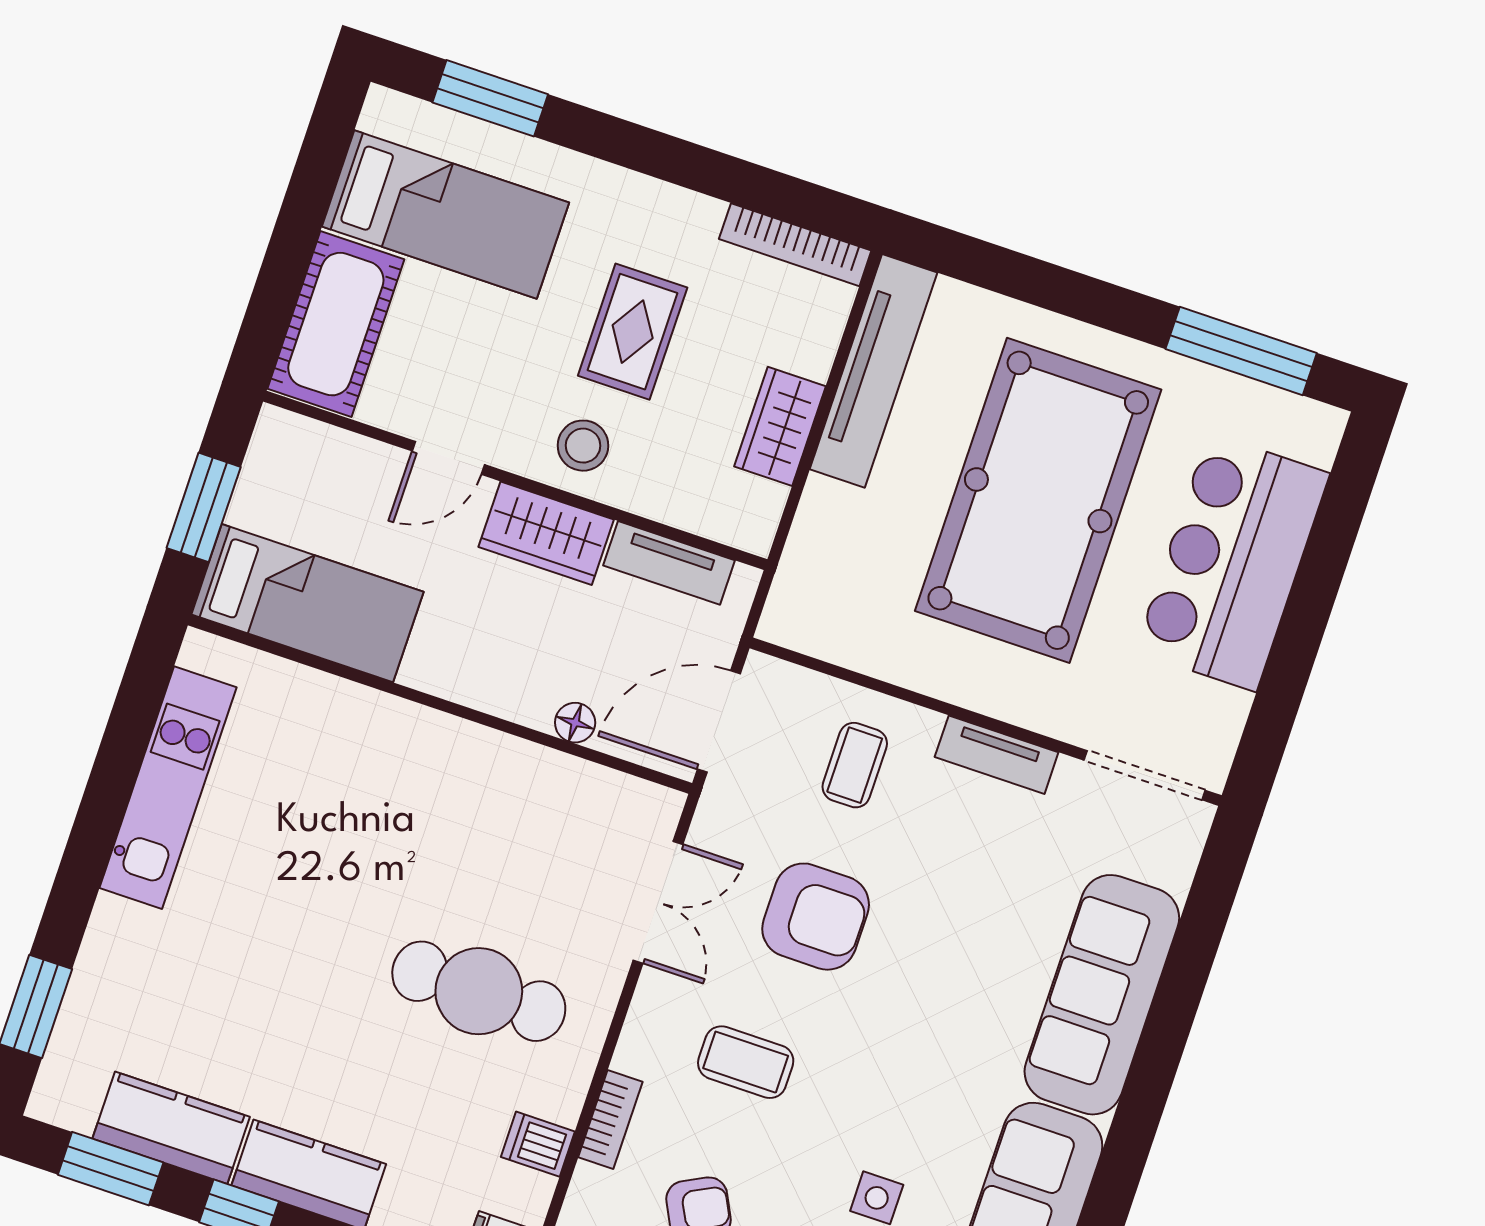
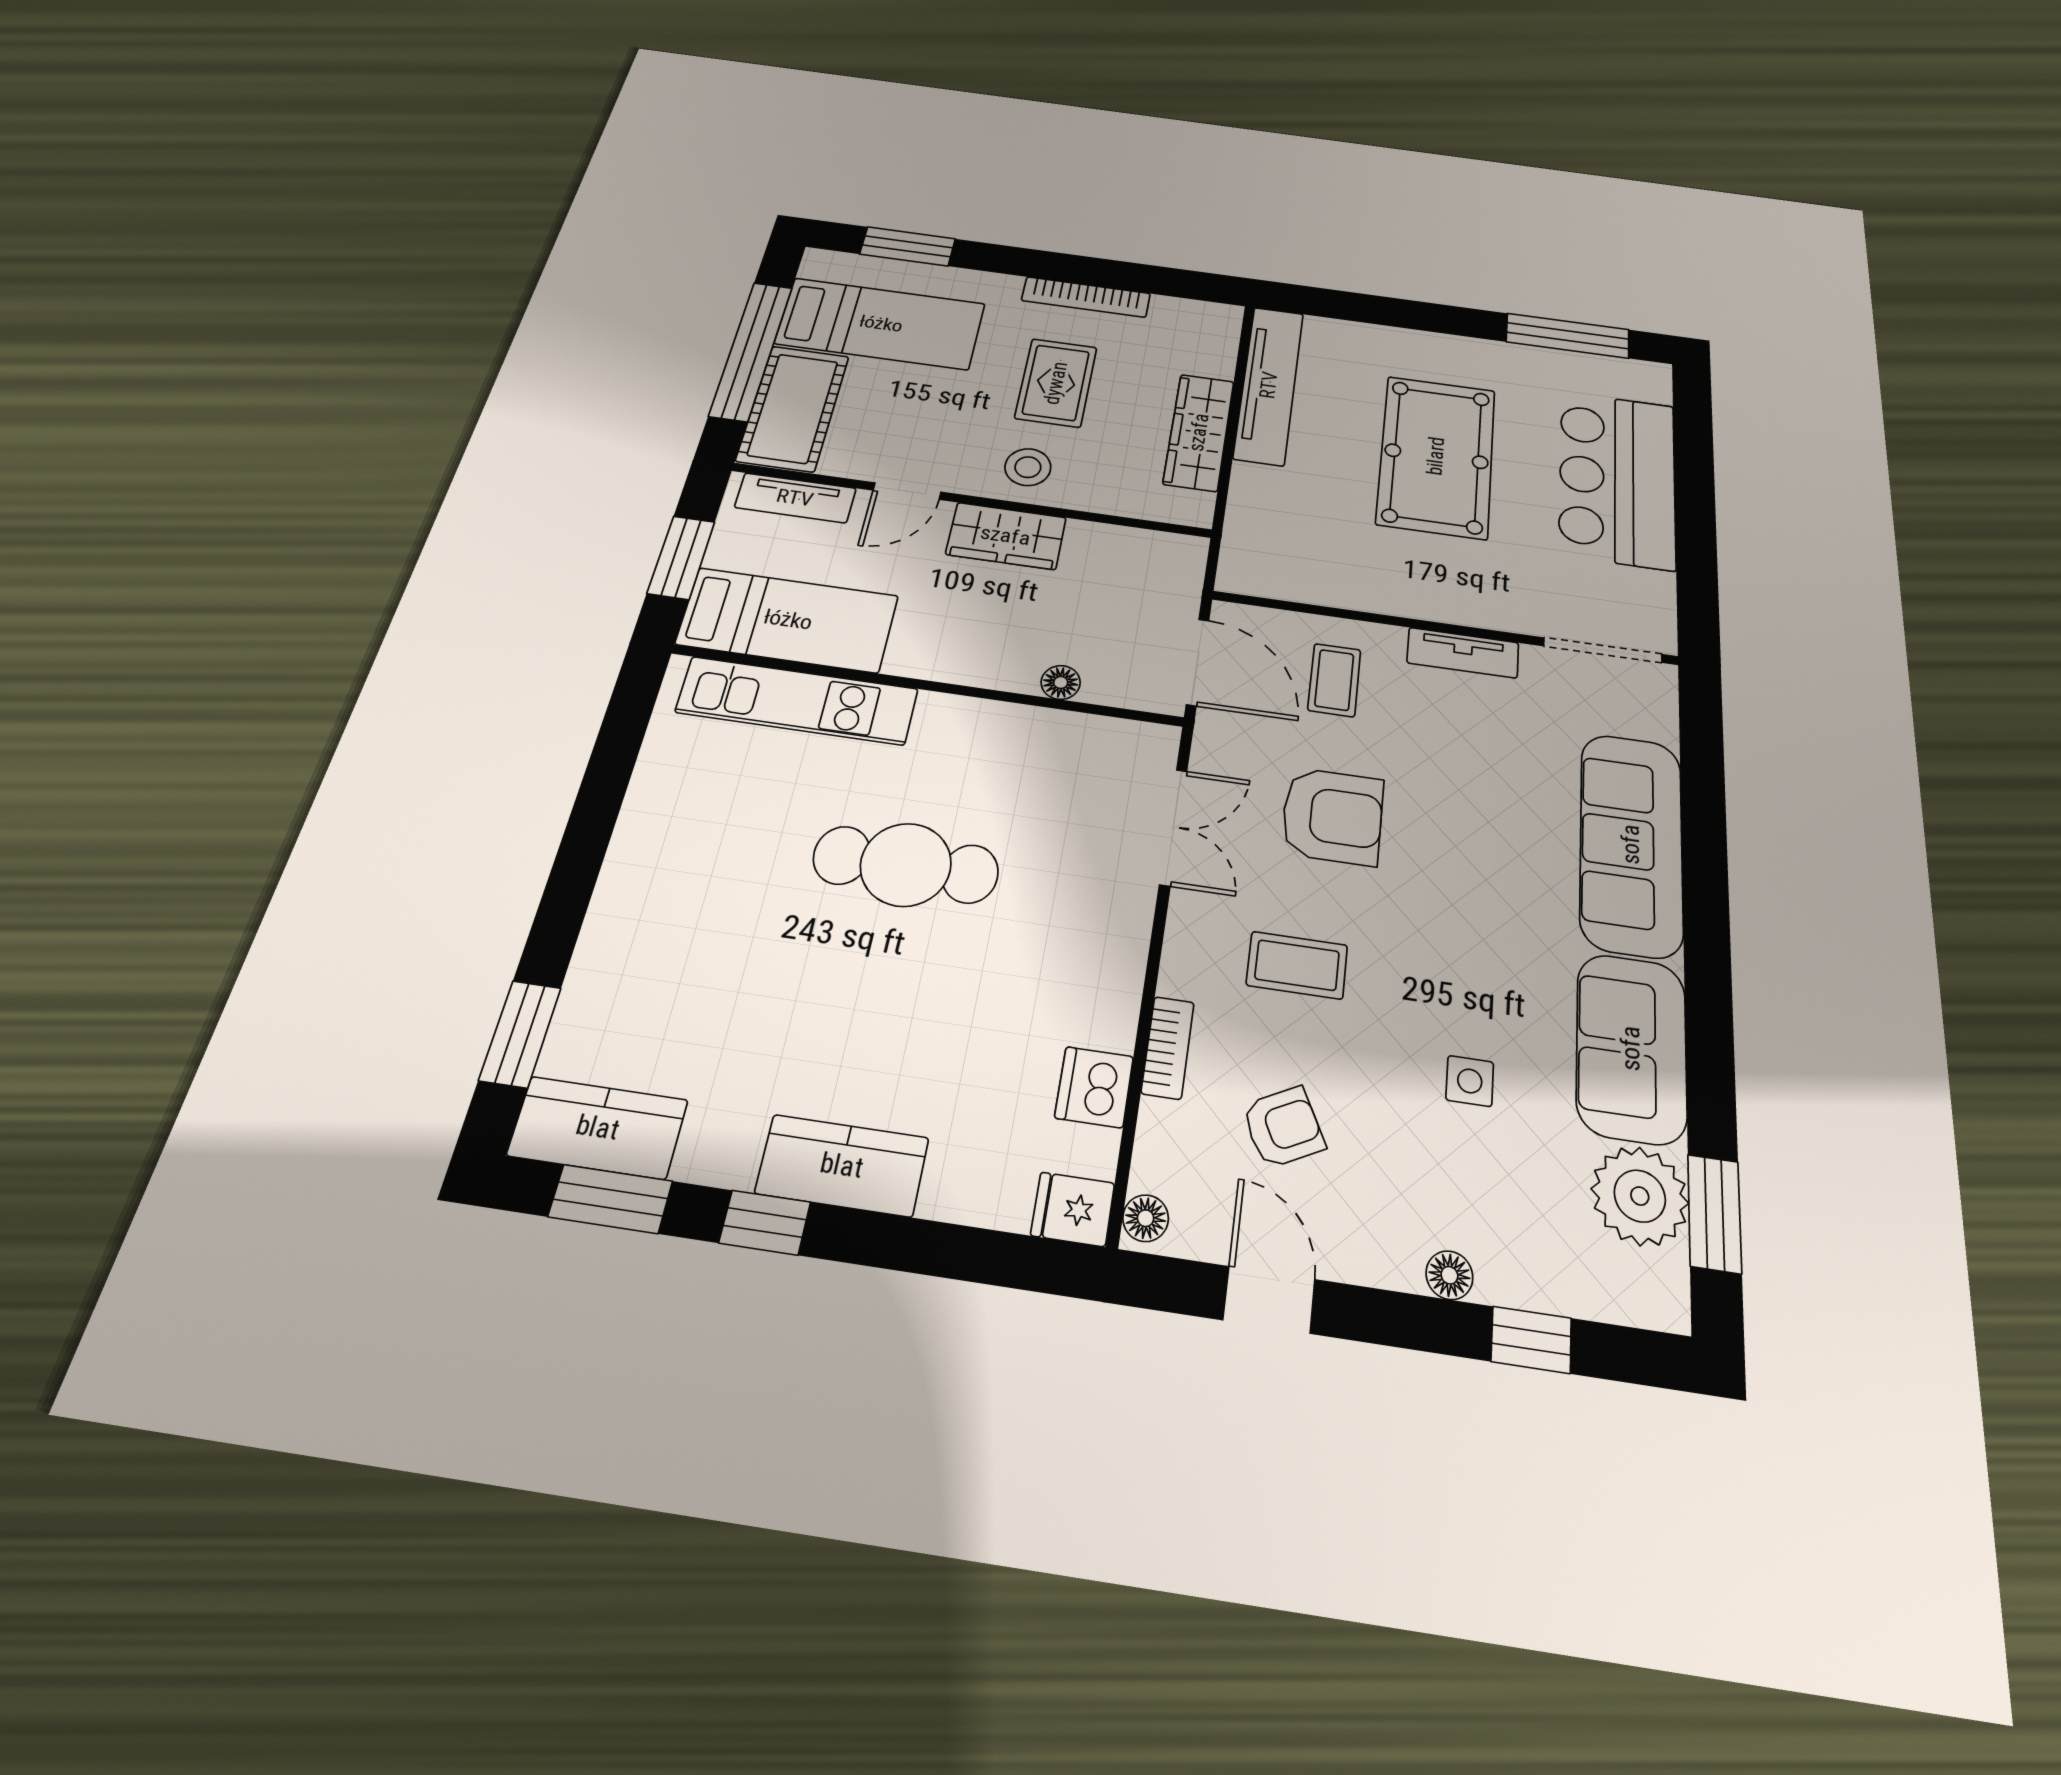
window: (296, 234) -> (751, 351), added
bookcase: (795, 245) -> (1086, 297), moved
wardrobe: (780, 426) -> (1199, 432), width x1.50
pool table: (1038, 500) -> (1436, 456), width x0.73, depth x0.76
tv unit: (669, 563) -> (795, 498), moved
door: (719, 721) -> (1198, 662), swing flipped
kitchen unit: (168, 788) -> (797, 701), moved, turned 90
cafe table: (479, 991) -> (906, 865), moved
kitchen counter: (171, 1128) -> (598, 1128), moved
dishwasher: (538, 1144) -> (1094, 1087), width x1.38

